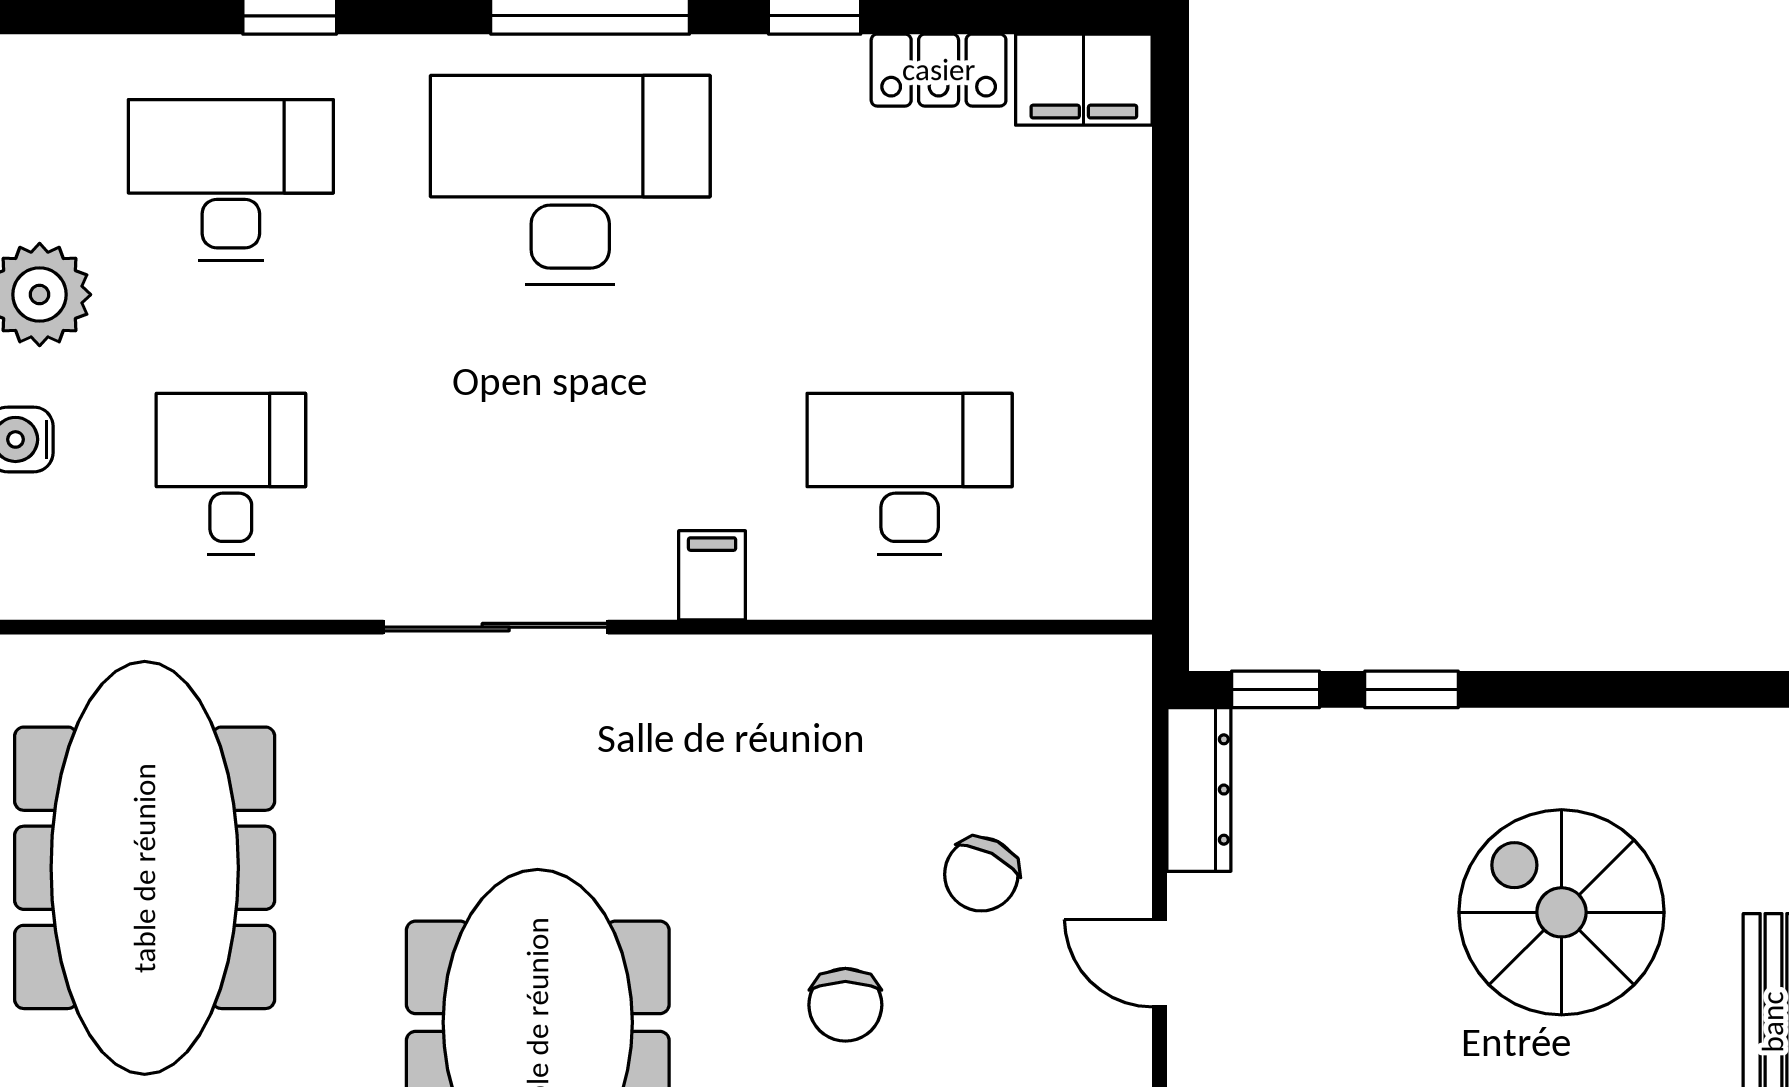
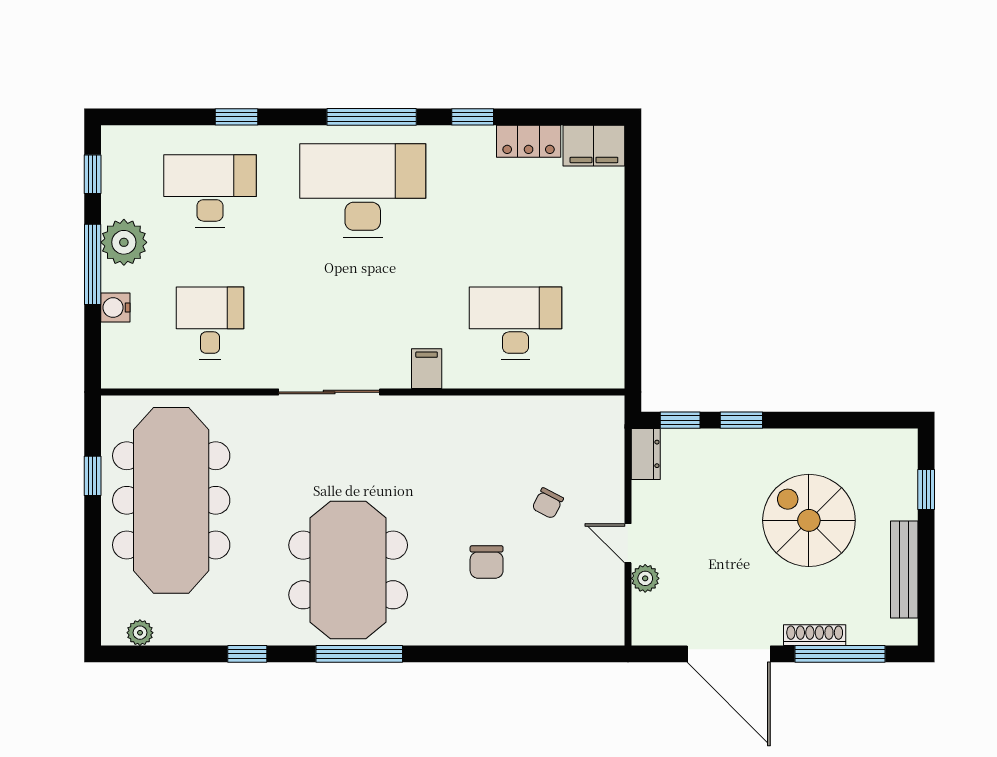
dresser: (1199, 790) -> (646, 454), width x0.70
chair: (981, 874) -> (548, 503), width x0.73, depth x0.73
plant: (1198, 1041) -> (645, 578), added

